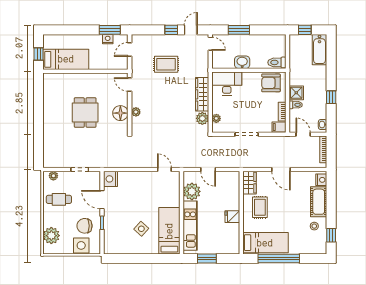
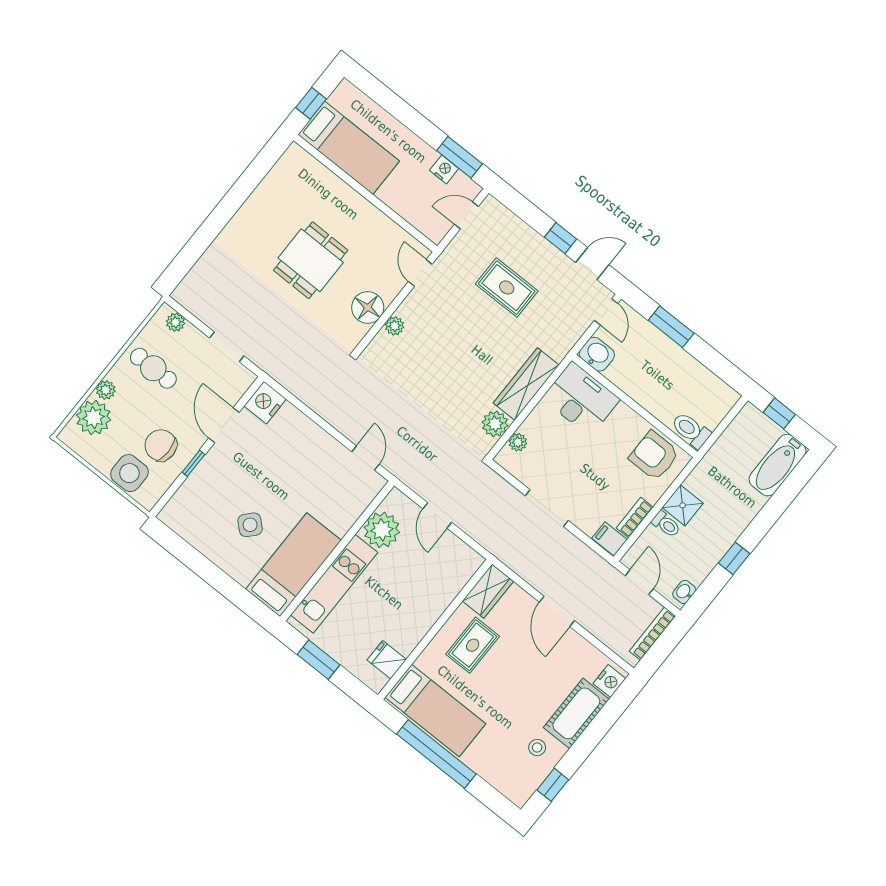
washbasin: (242, 62) -> (597, 354), moved
fridge: (232, 217) -> (387, 660), moved
plant: (48, 222) -> (106, 390), added

